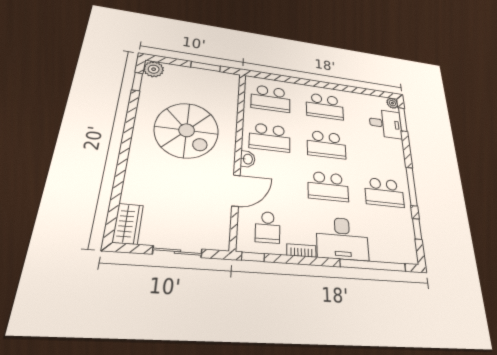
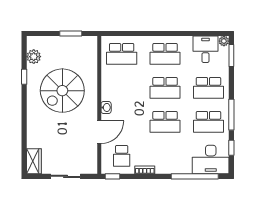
plant: (154, 69) -> (34, 57), moved
window: (137, 82) -> (24, 77), moved
desk: (385, 124) -> (205, 49), moved, turned -90
spiral stairs: (187, 130) -> (62, 91), turned 90
school desk: (270, 137) -> (208, 88), moved
desk: (342, 239) -> (211, 159), moved

